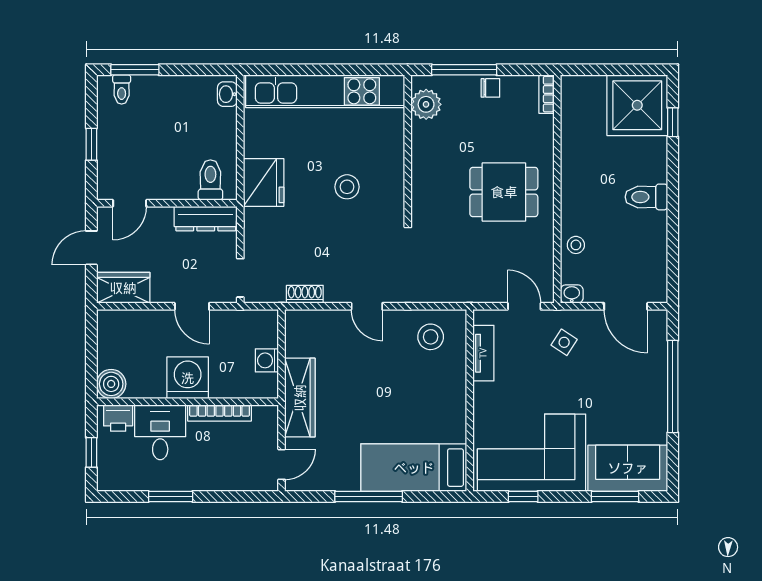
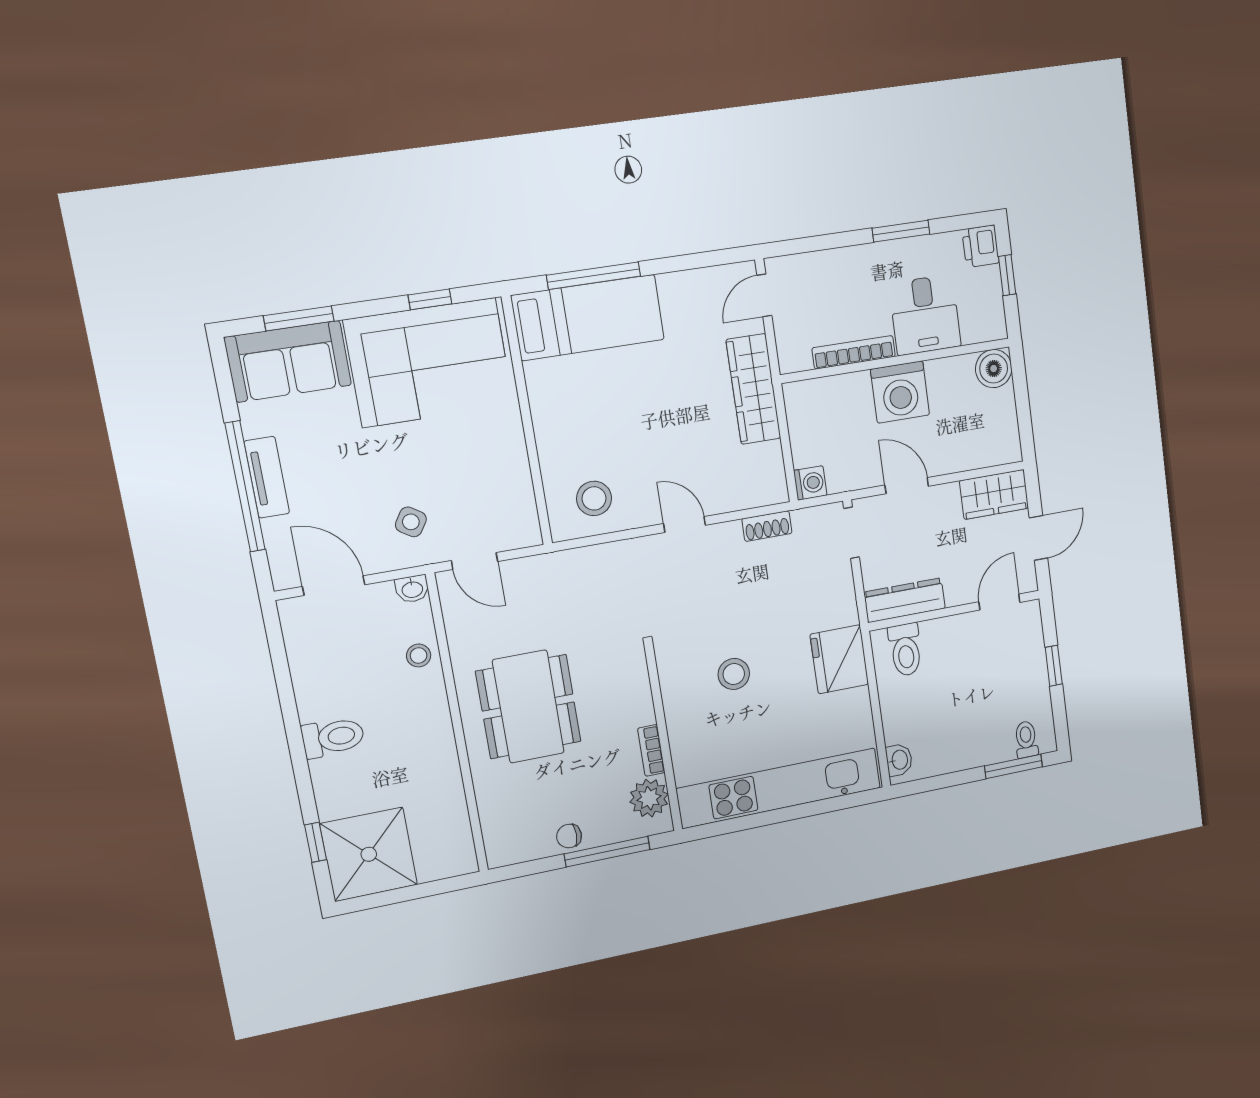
bookcase: (547, 94) -> (651, 750), moved, turned 180
dining table: (504, 192) -> (528, 707), width x1.38
tv unit: (483, 353) -> (267, 477), moved, turned 180
washing machine: (267, 360) -> (810, 483), moved
printer: (118, 418) -> (981, 246), moved, turned -90
window: (369, 496) -> (594, 276), moved

